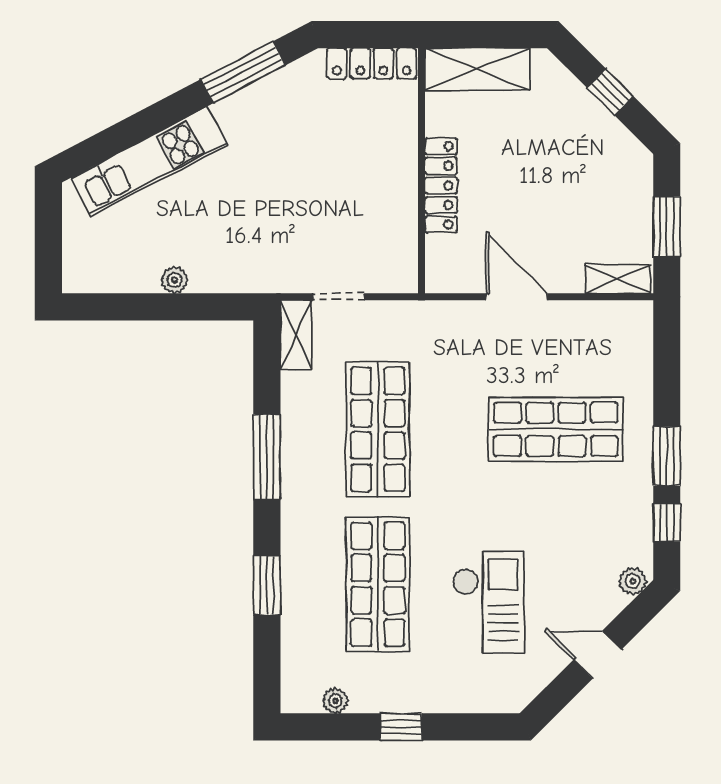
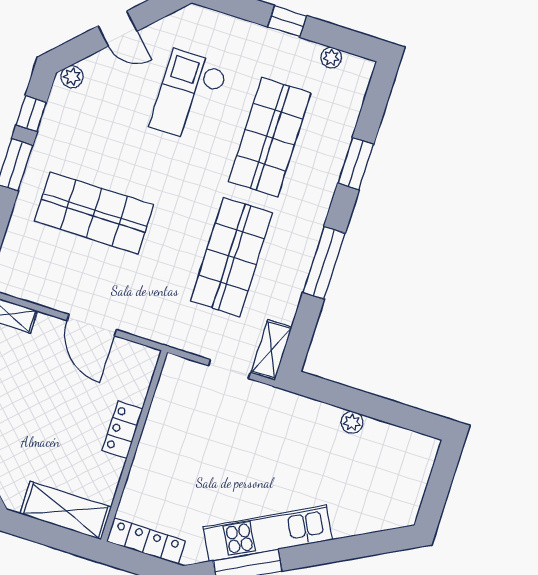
kitchen unit: (149, 161) -> (268, 533), moved
locker: (441, 185) -> (123, 430), width x0.66

